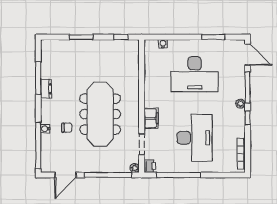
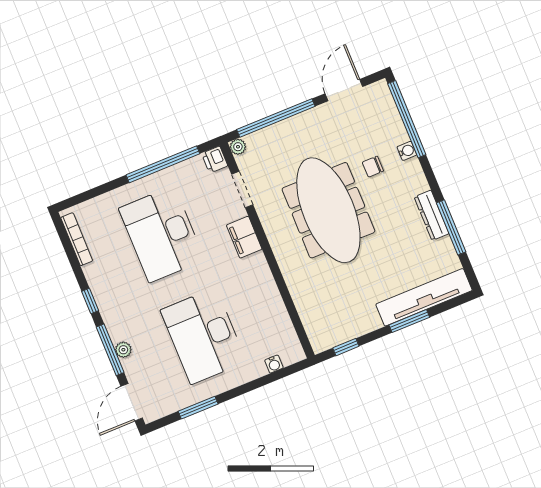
tv unit: (68, 47) -> (424, 297), added
door: (248, 55) -> (132, 402), hinge flipped
desk: (195, 74) -> (203, 336), turned -90
dresser: (46, 89) -> (432, 215), width x1.44
plant: (240, 104) -> (123, 350), moved

